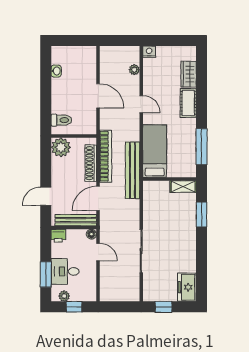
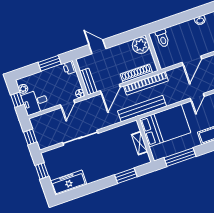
bed: (155, 151) -> (165, 126), width x1.50
shelving: (183, 187) -> (140, 143), moved
door: (98, 198) -> (110, 89), swing flipped
bench: (76, 220) -> (88, 82), width x0.73
desk: (65, 271) -> (35, 102), moved, turned -90
window: (46, 274) -> (50, 63), moved
freezer: (187, 287) -> (69, 183), width x1.40
window: (121, 307) -> (30, 137), added

